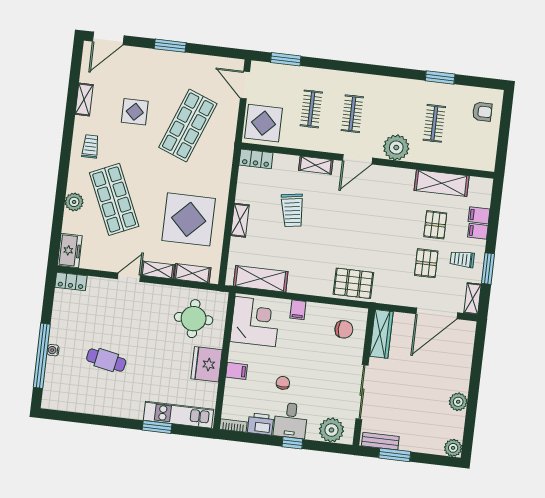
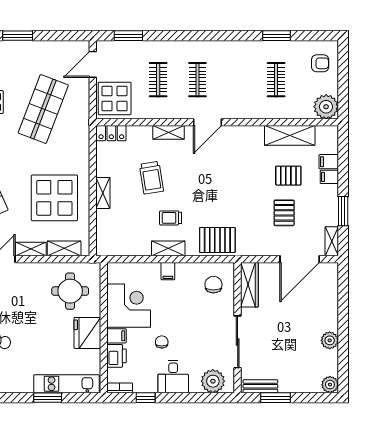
door: (245, 85) -> (93, 64), hinge flipped
plant: (396, 147) -> (326, 107), moved
pallet: (435, 225) -> (288, 176), turned 90
trolley: (462, 259) -> (171, 218), moved
shelving: (261, 279) -> (168, 248), moved, width x0.67, depth x0.75
corner desk: (255, 322) -> (129, 306), moved
chair: (344, 329) -> (213, 285), turned -90
printer: (261, 424) -> (117, 356), moved, turned 90
window: (292, 443) -> (146, 398), moved

